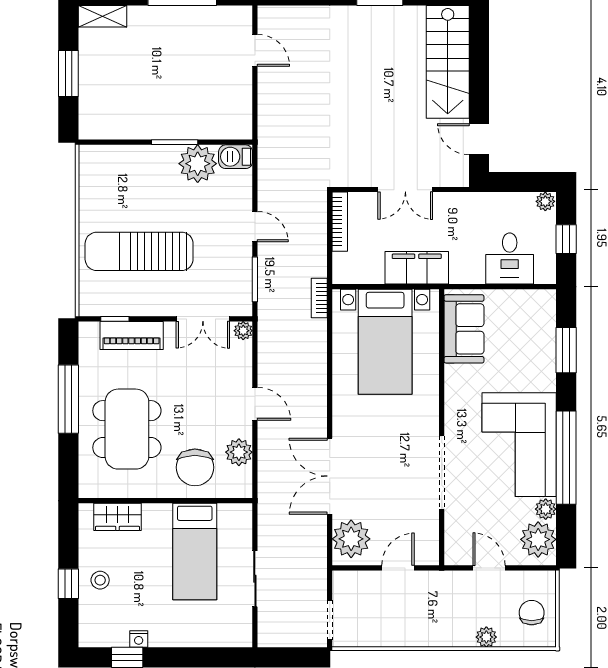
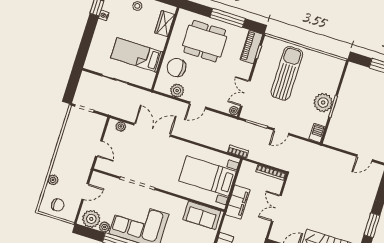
plant: (198, 164) -> (323, 103), moved
piano: (132, 336) -> (251, 47), moved
plant: (351, 539) -> (121, 126), width x0.53, depth x0.53

